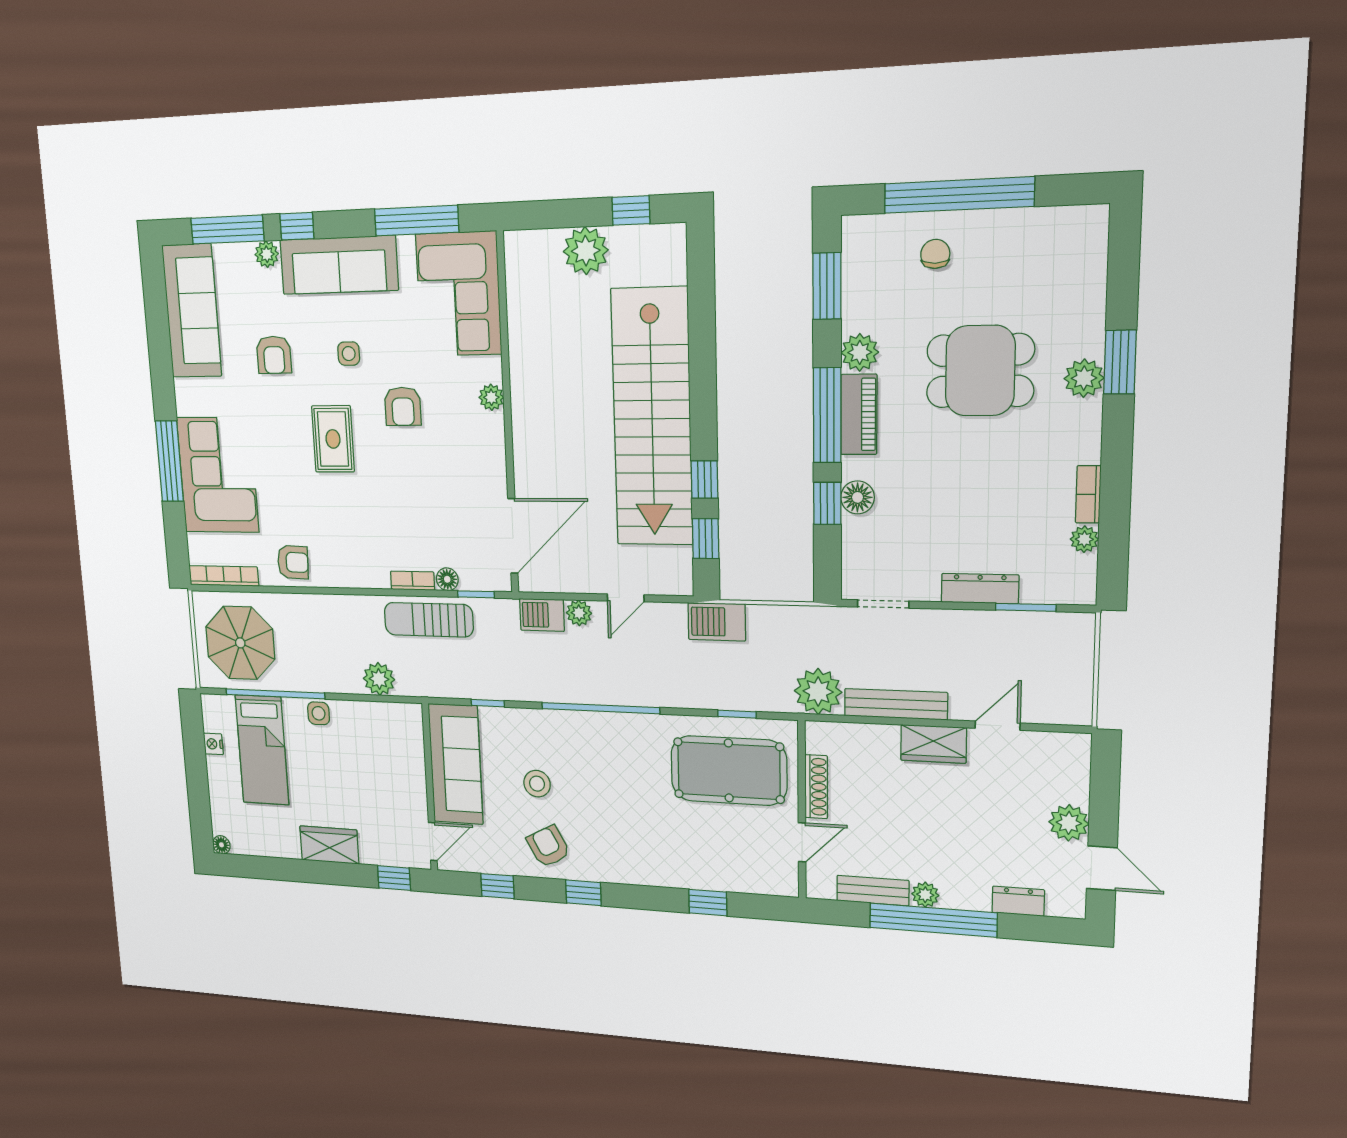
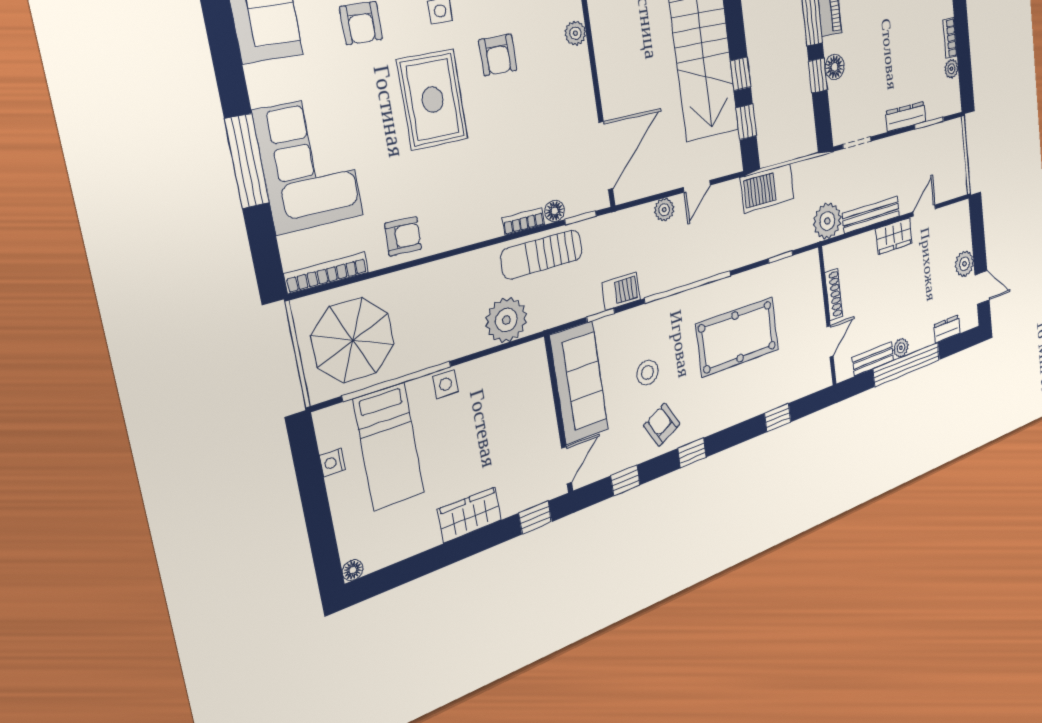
rug: (333, 439) -> (433, 100), width x1.36, depth x1.43
barbecue: (542, 615) -> (621, 291), moved, turned 180
barbecue: (717, 622) -> (767, 188), width x1.37, depth x1.21
plant: (379, 679) -> (506, 320), width x1.36, depth x1.36
pool table: (729, 771) -> (738, 337), moved

